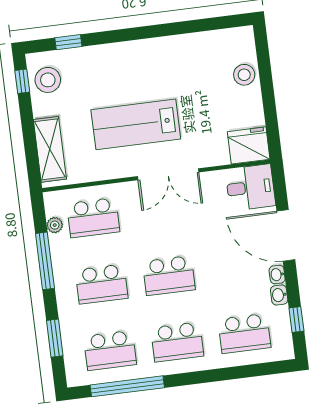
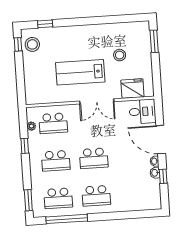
window: (264, 61) -> (154, 41), added
stool: (244, 75) -> (120, 55), moved
fridge: (249, 145) -> (132, 89), moved
shelving: (50, 149) -> (31, 83), removed
window: (45, 261) -> (25, 146), width x0.46
window: (296, 320) -> (163, 176), moved
school desk: (244, 333) -> (134, 193), removed
window: (55, 338) -> (28, 200), moved

